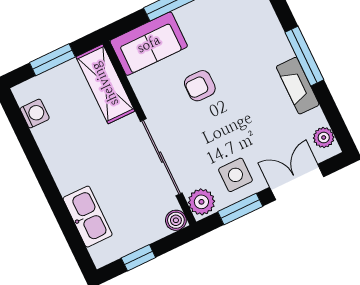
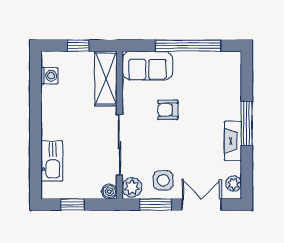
window: (52, 60) -> (78, 46), width x0.67

